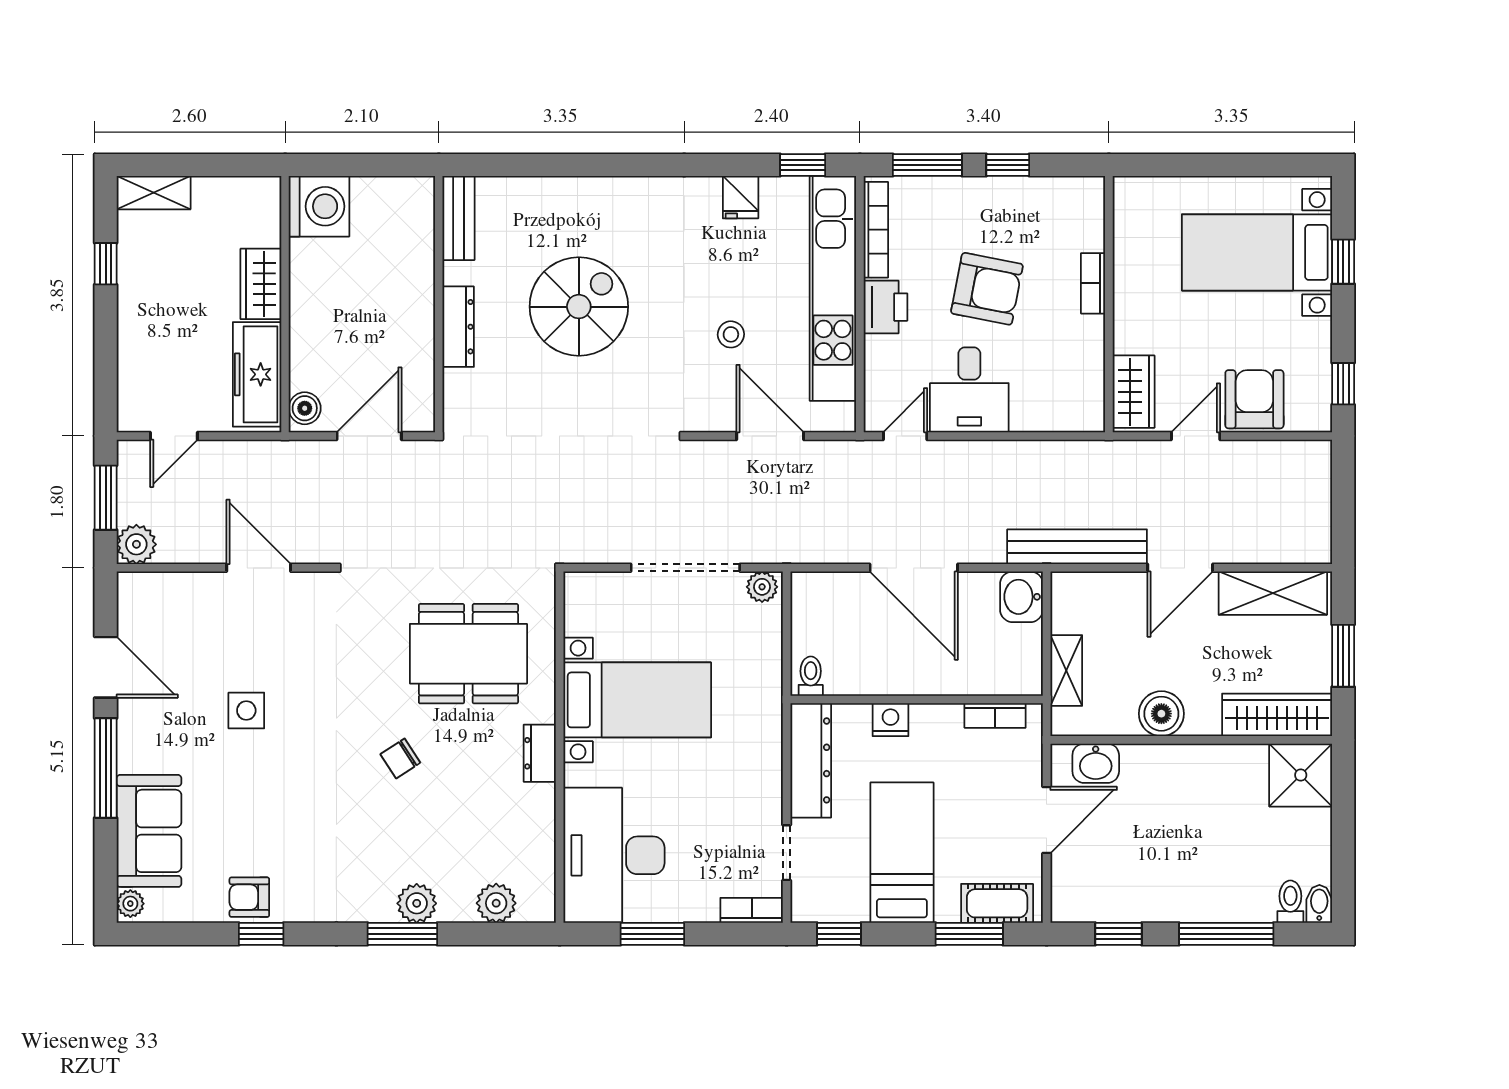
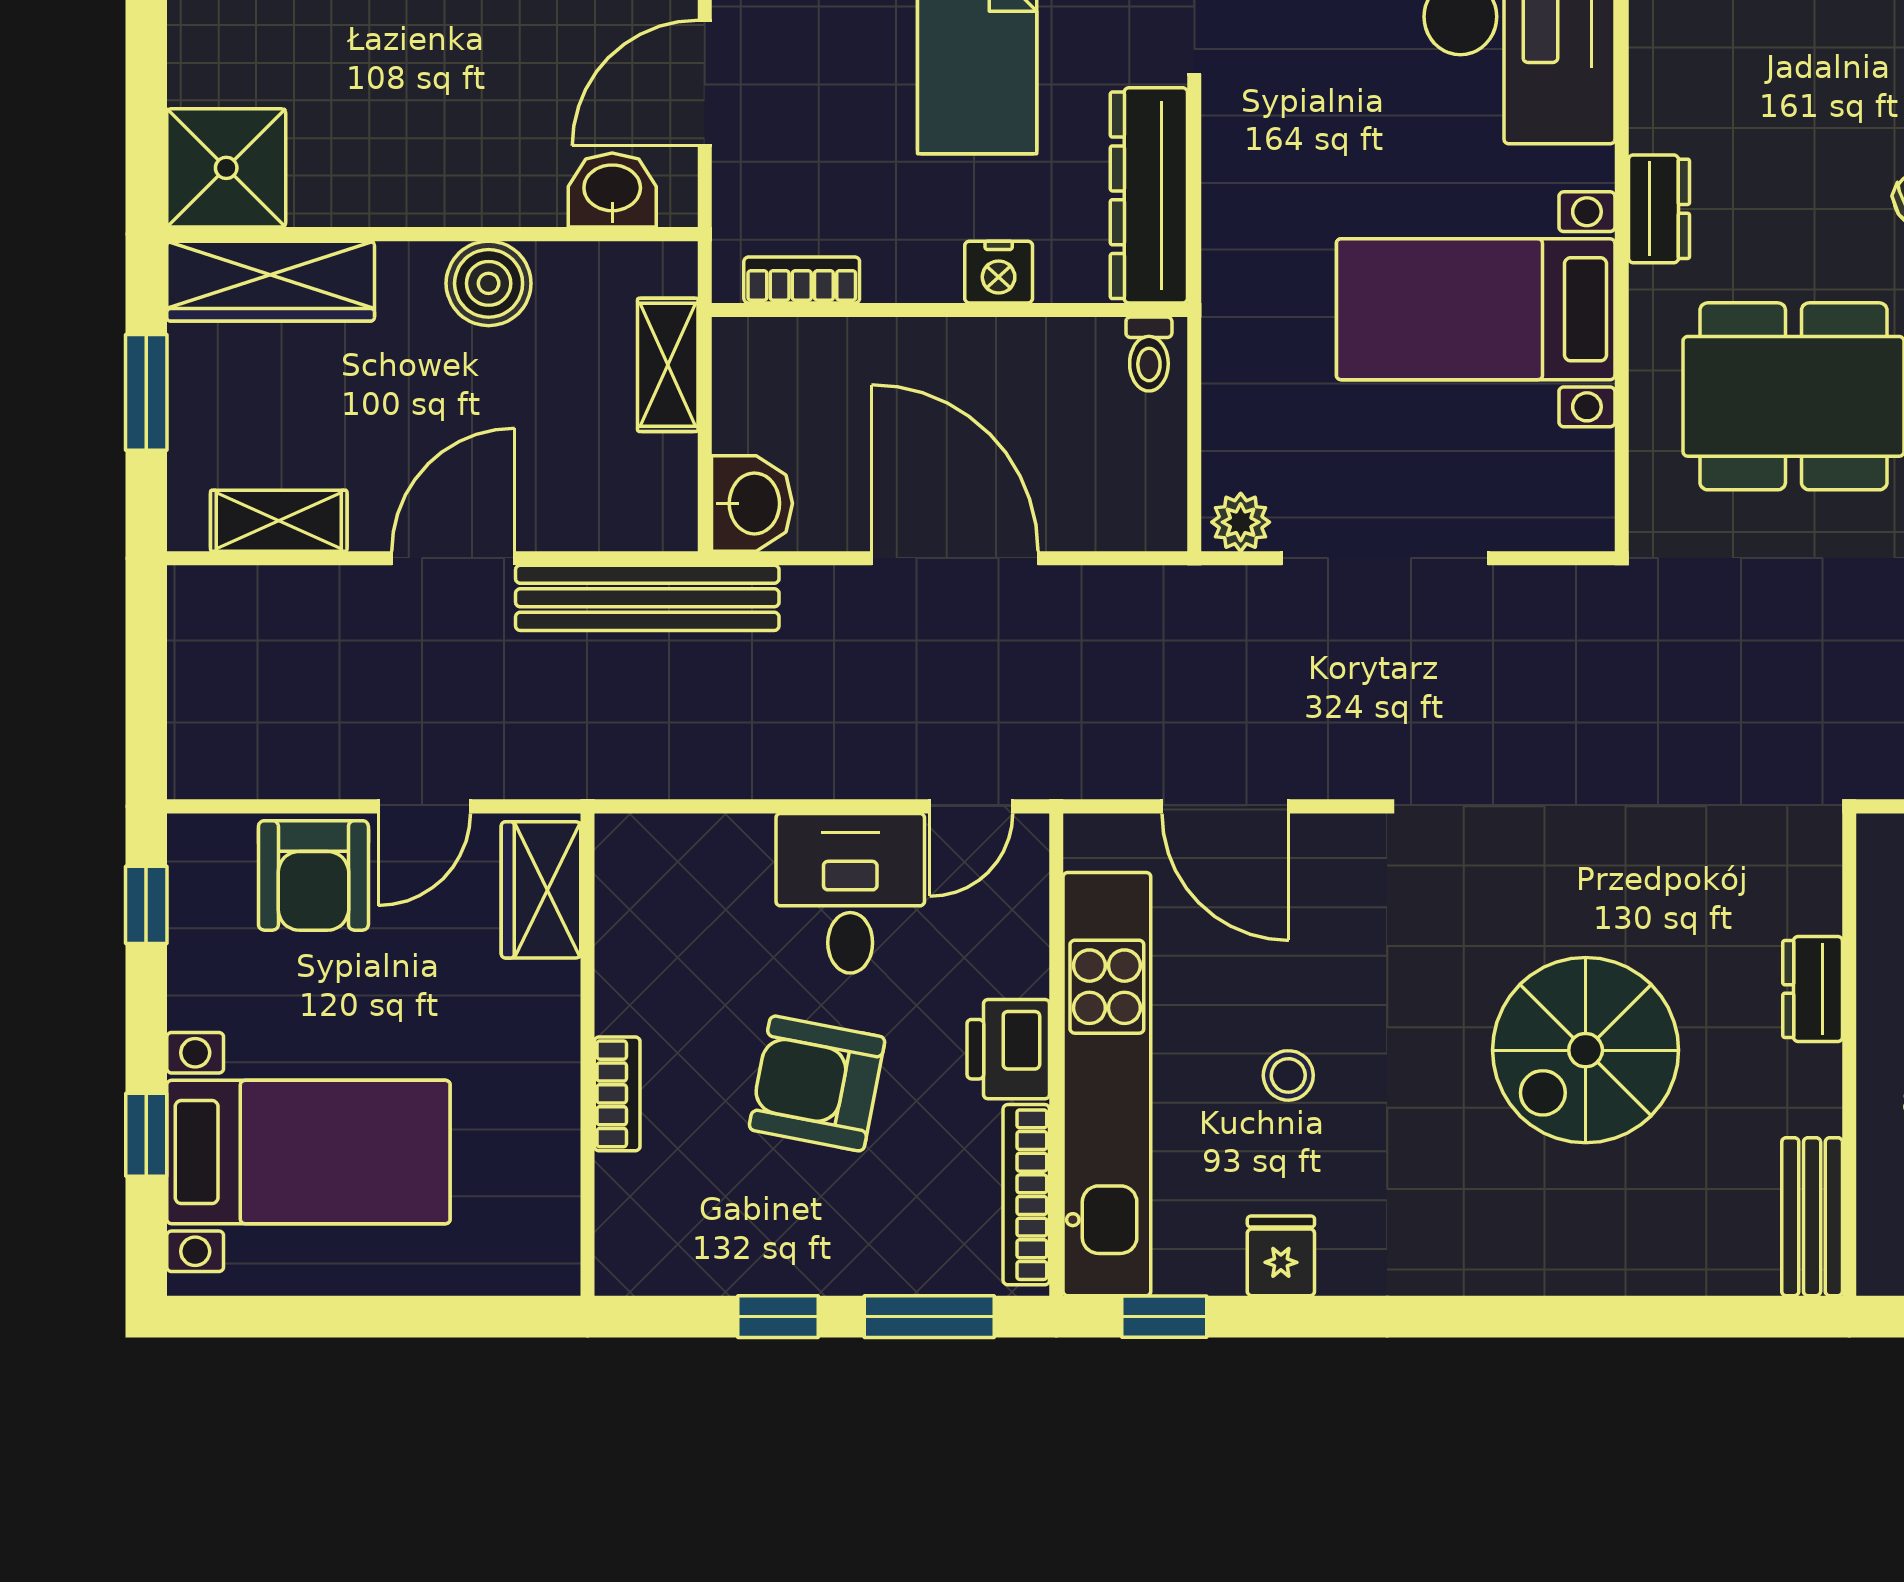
dresser: (458, 327) -> (1813, 989), width x0.70
stool: (731, 334) -> (1288, 1075), moved
shelving: (1273, 593) -> (279, 521), width x0.67, depth x0.75

